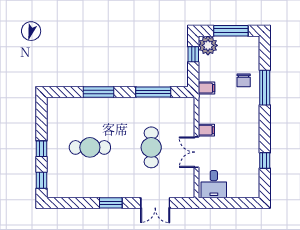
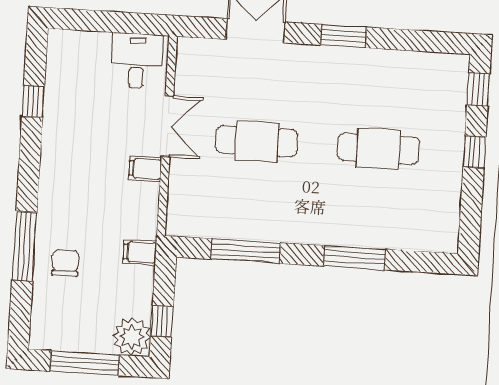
cafe table: (151, 147) -> (257, 141), turned 90

